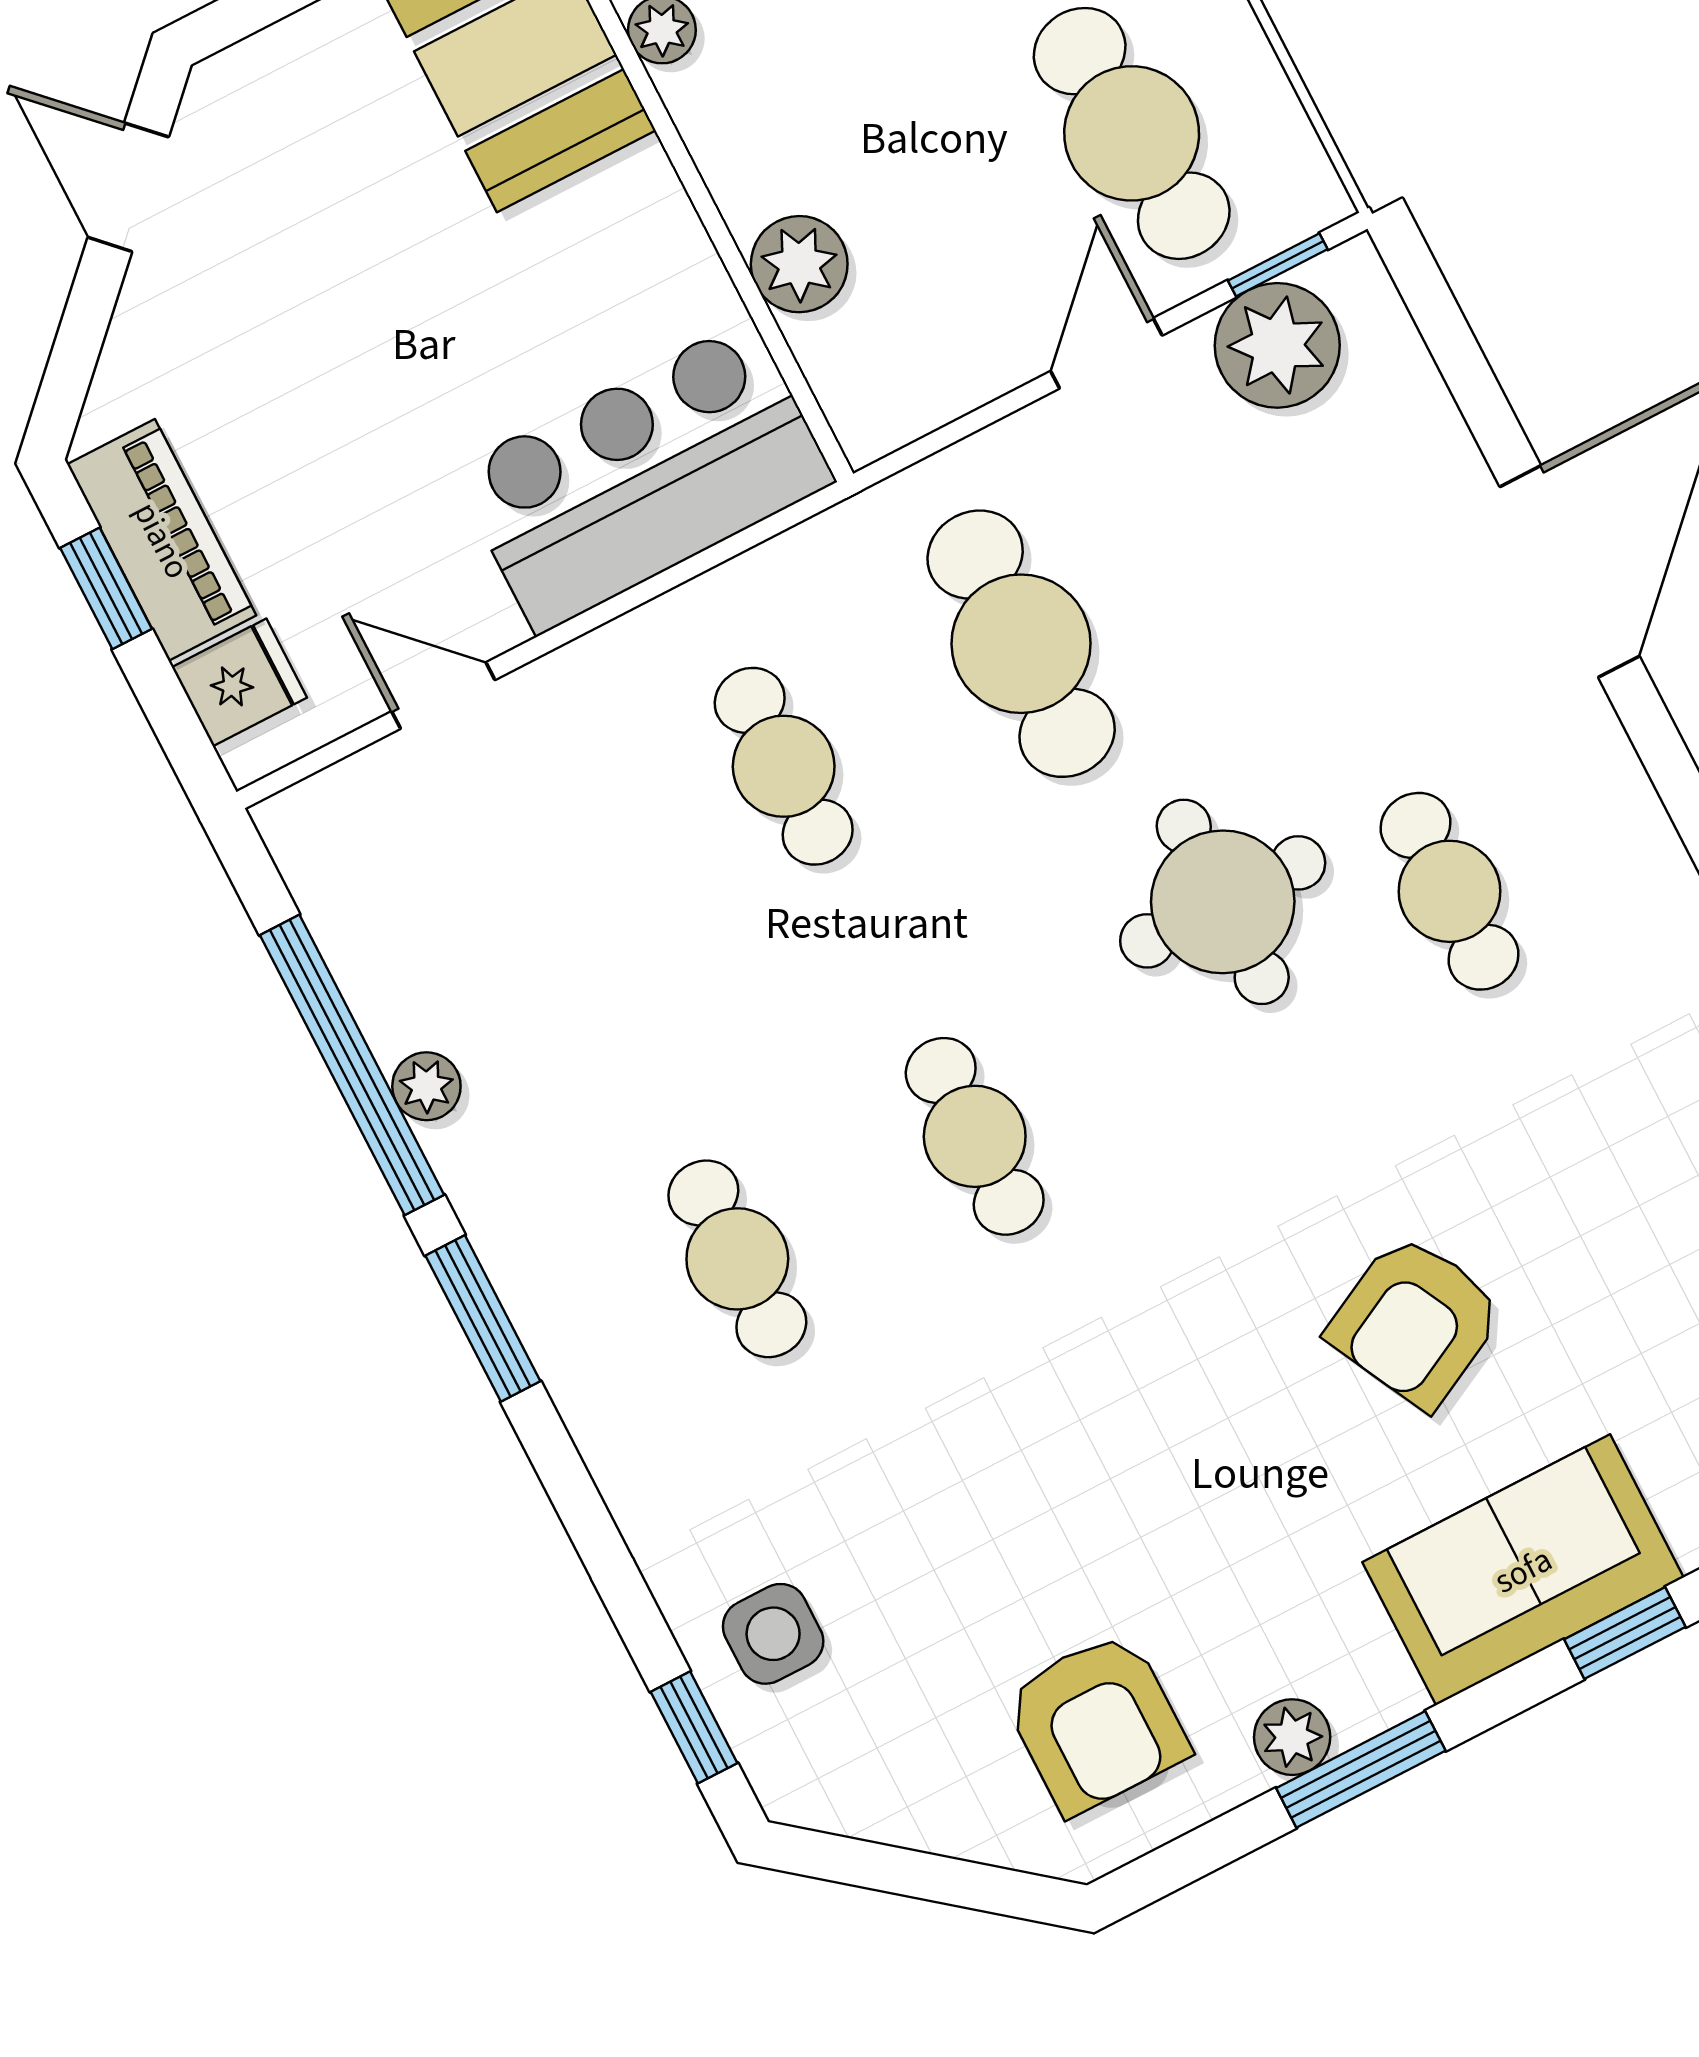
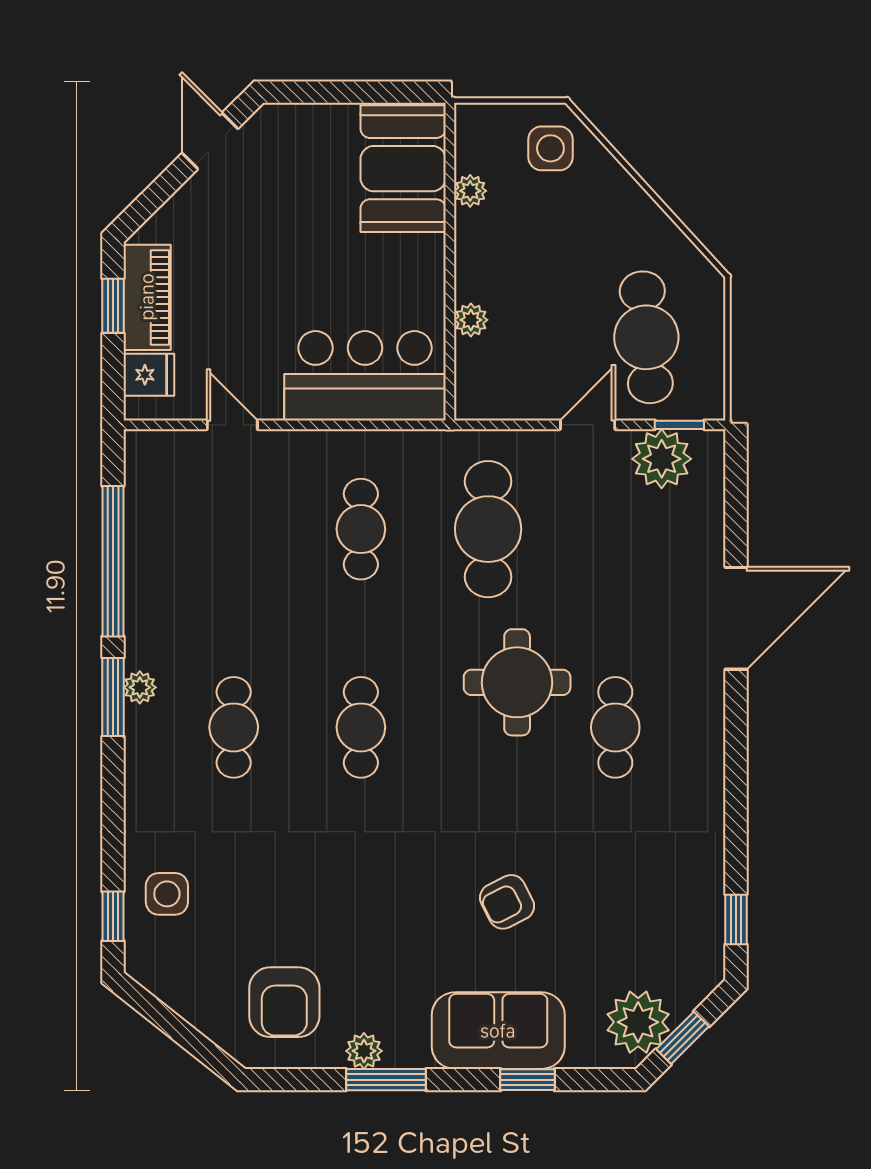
plant: (799, 264) -> (471, 320), width x0.73, depth x0.73
plant: (426, 1086) -> (140, 687), moved
armchair: (1415, 1321) -> (507, 902), width x0.72, depth x0.72

